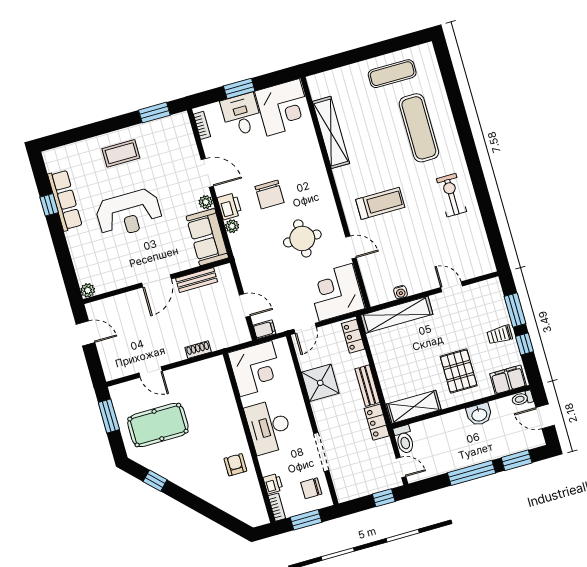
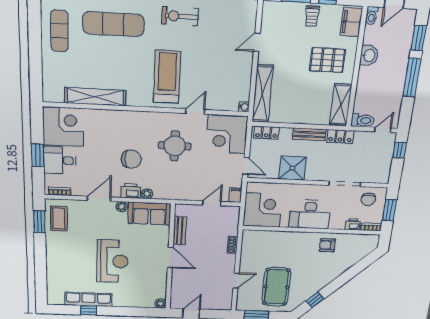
coffee table: (121, 153) -> (59, 218), moved
treadmill: (380, 203) -> (167, 77), width x1.37, depth x1.38
water cooler: (401, 292) -> (244, 107), moved

